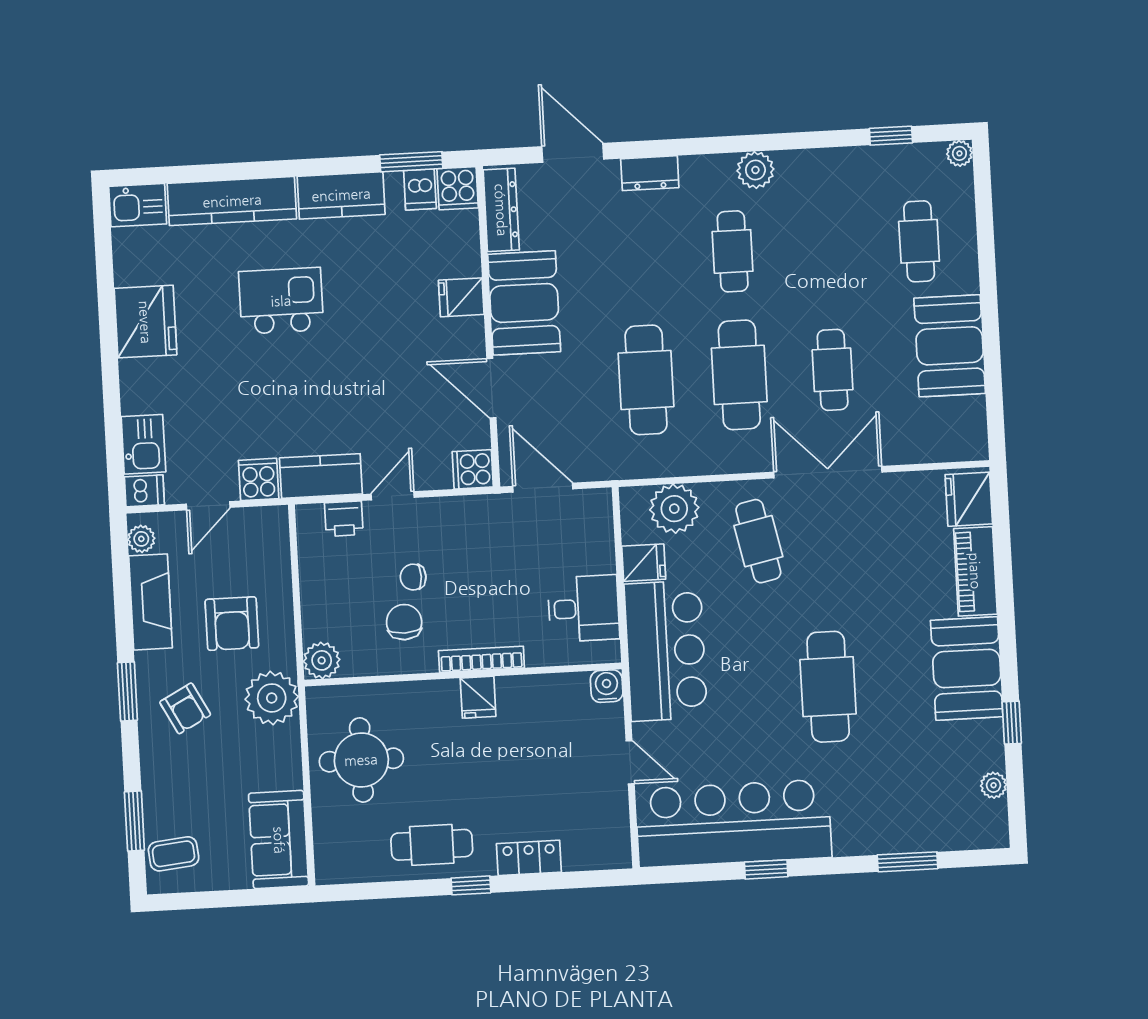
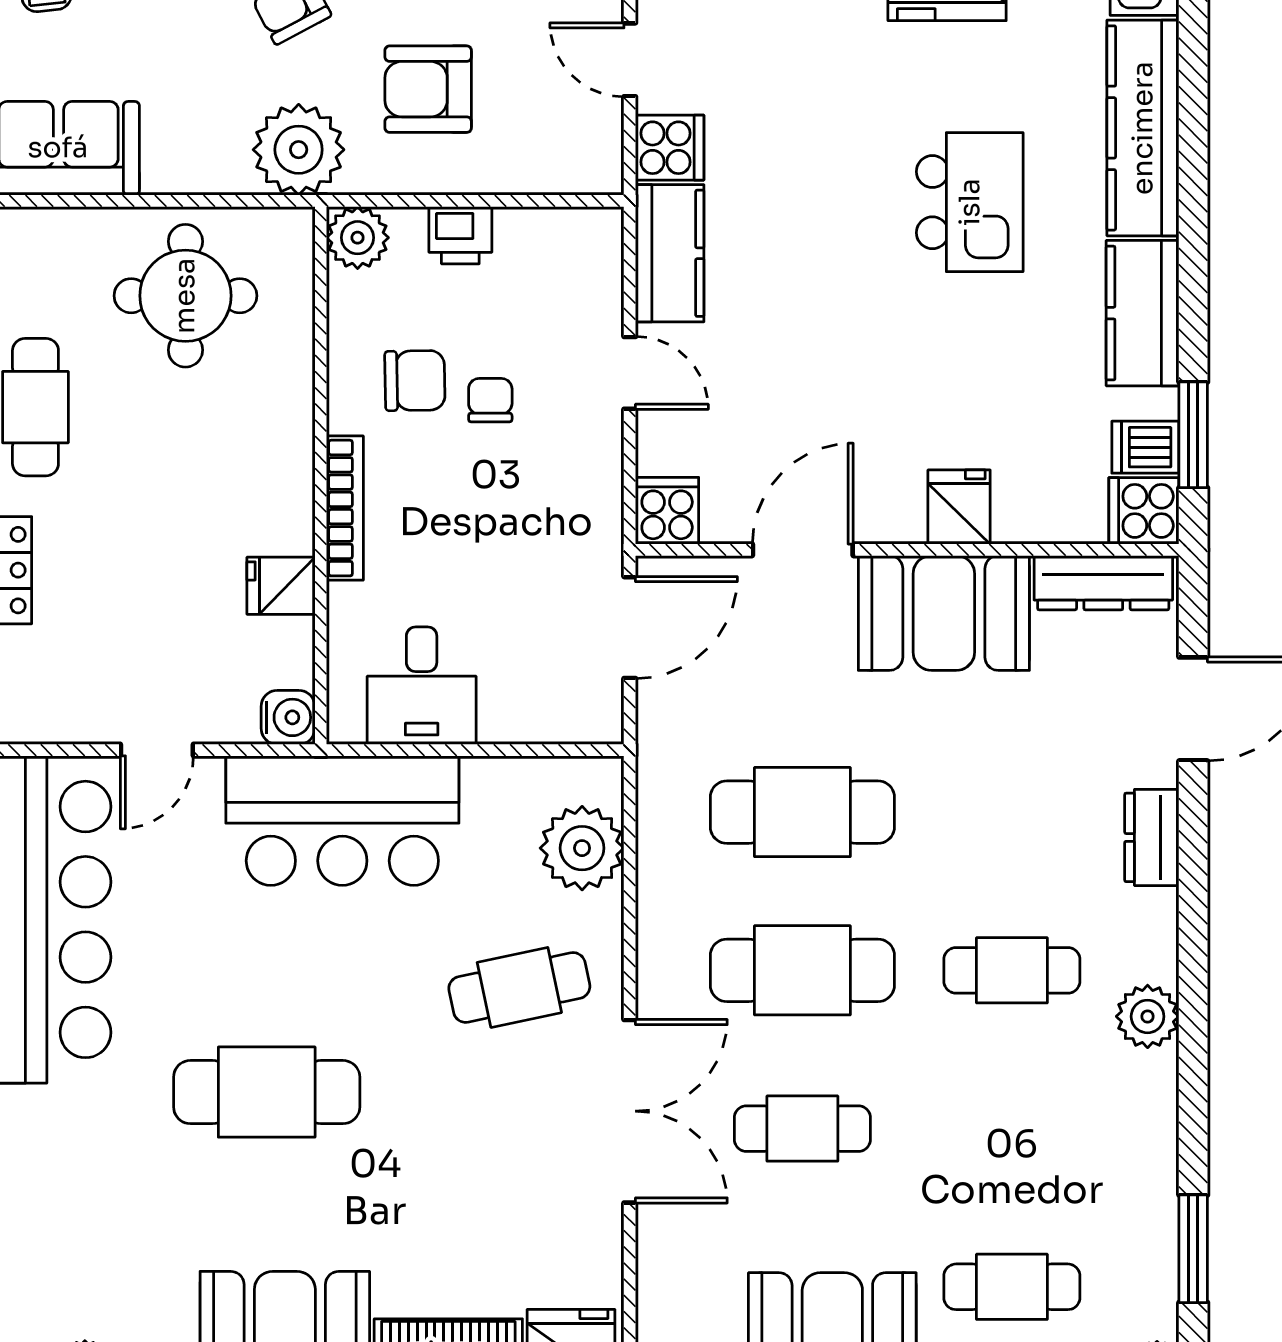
window: (891, 136) -> (1193, 1249), width x1.50
printer: (344, 519) -> (460, 235), moved, turned -90
fridge: (644, 563) -> (493, 791), removed
fridge: (478, 697) -> (281, 586), moved

